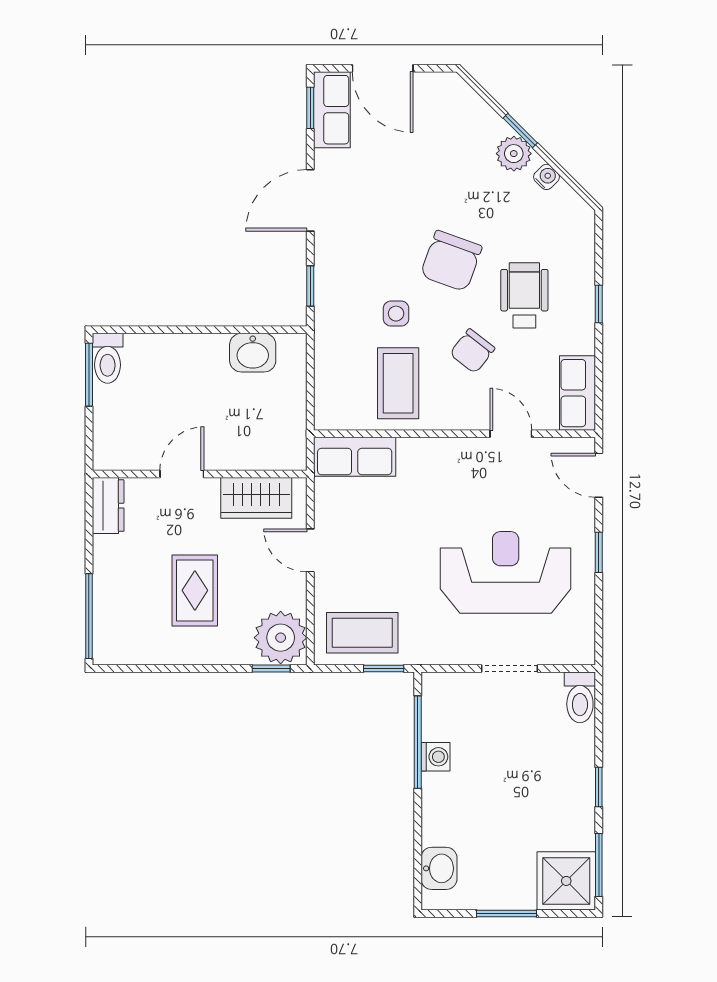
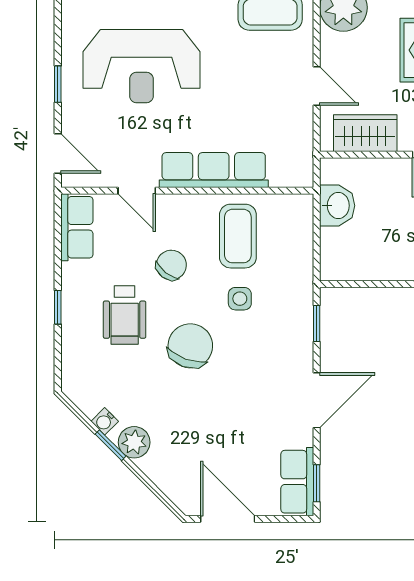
door: (383, 68) -> (228, 519), moved
window: (520, 130) -> (110, 445), moved
washbasin: (253, 353) -> (337, 206), moved, turned 90
row of seats: (355, 457) -> (214, 170), moved, width x1.48

